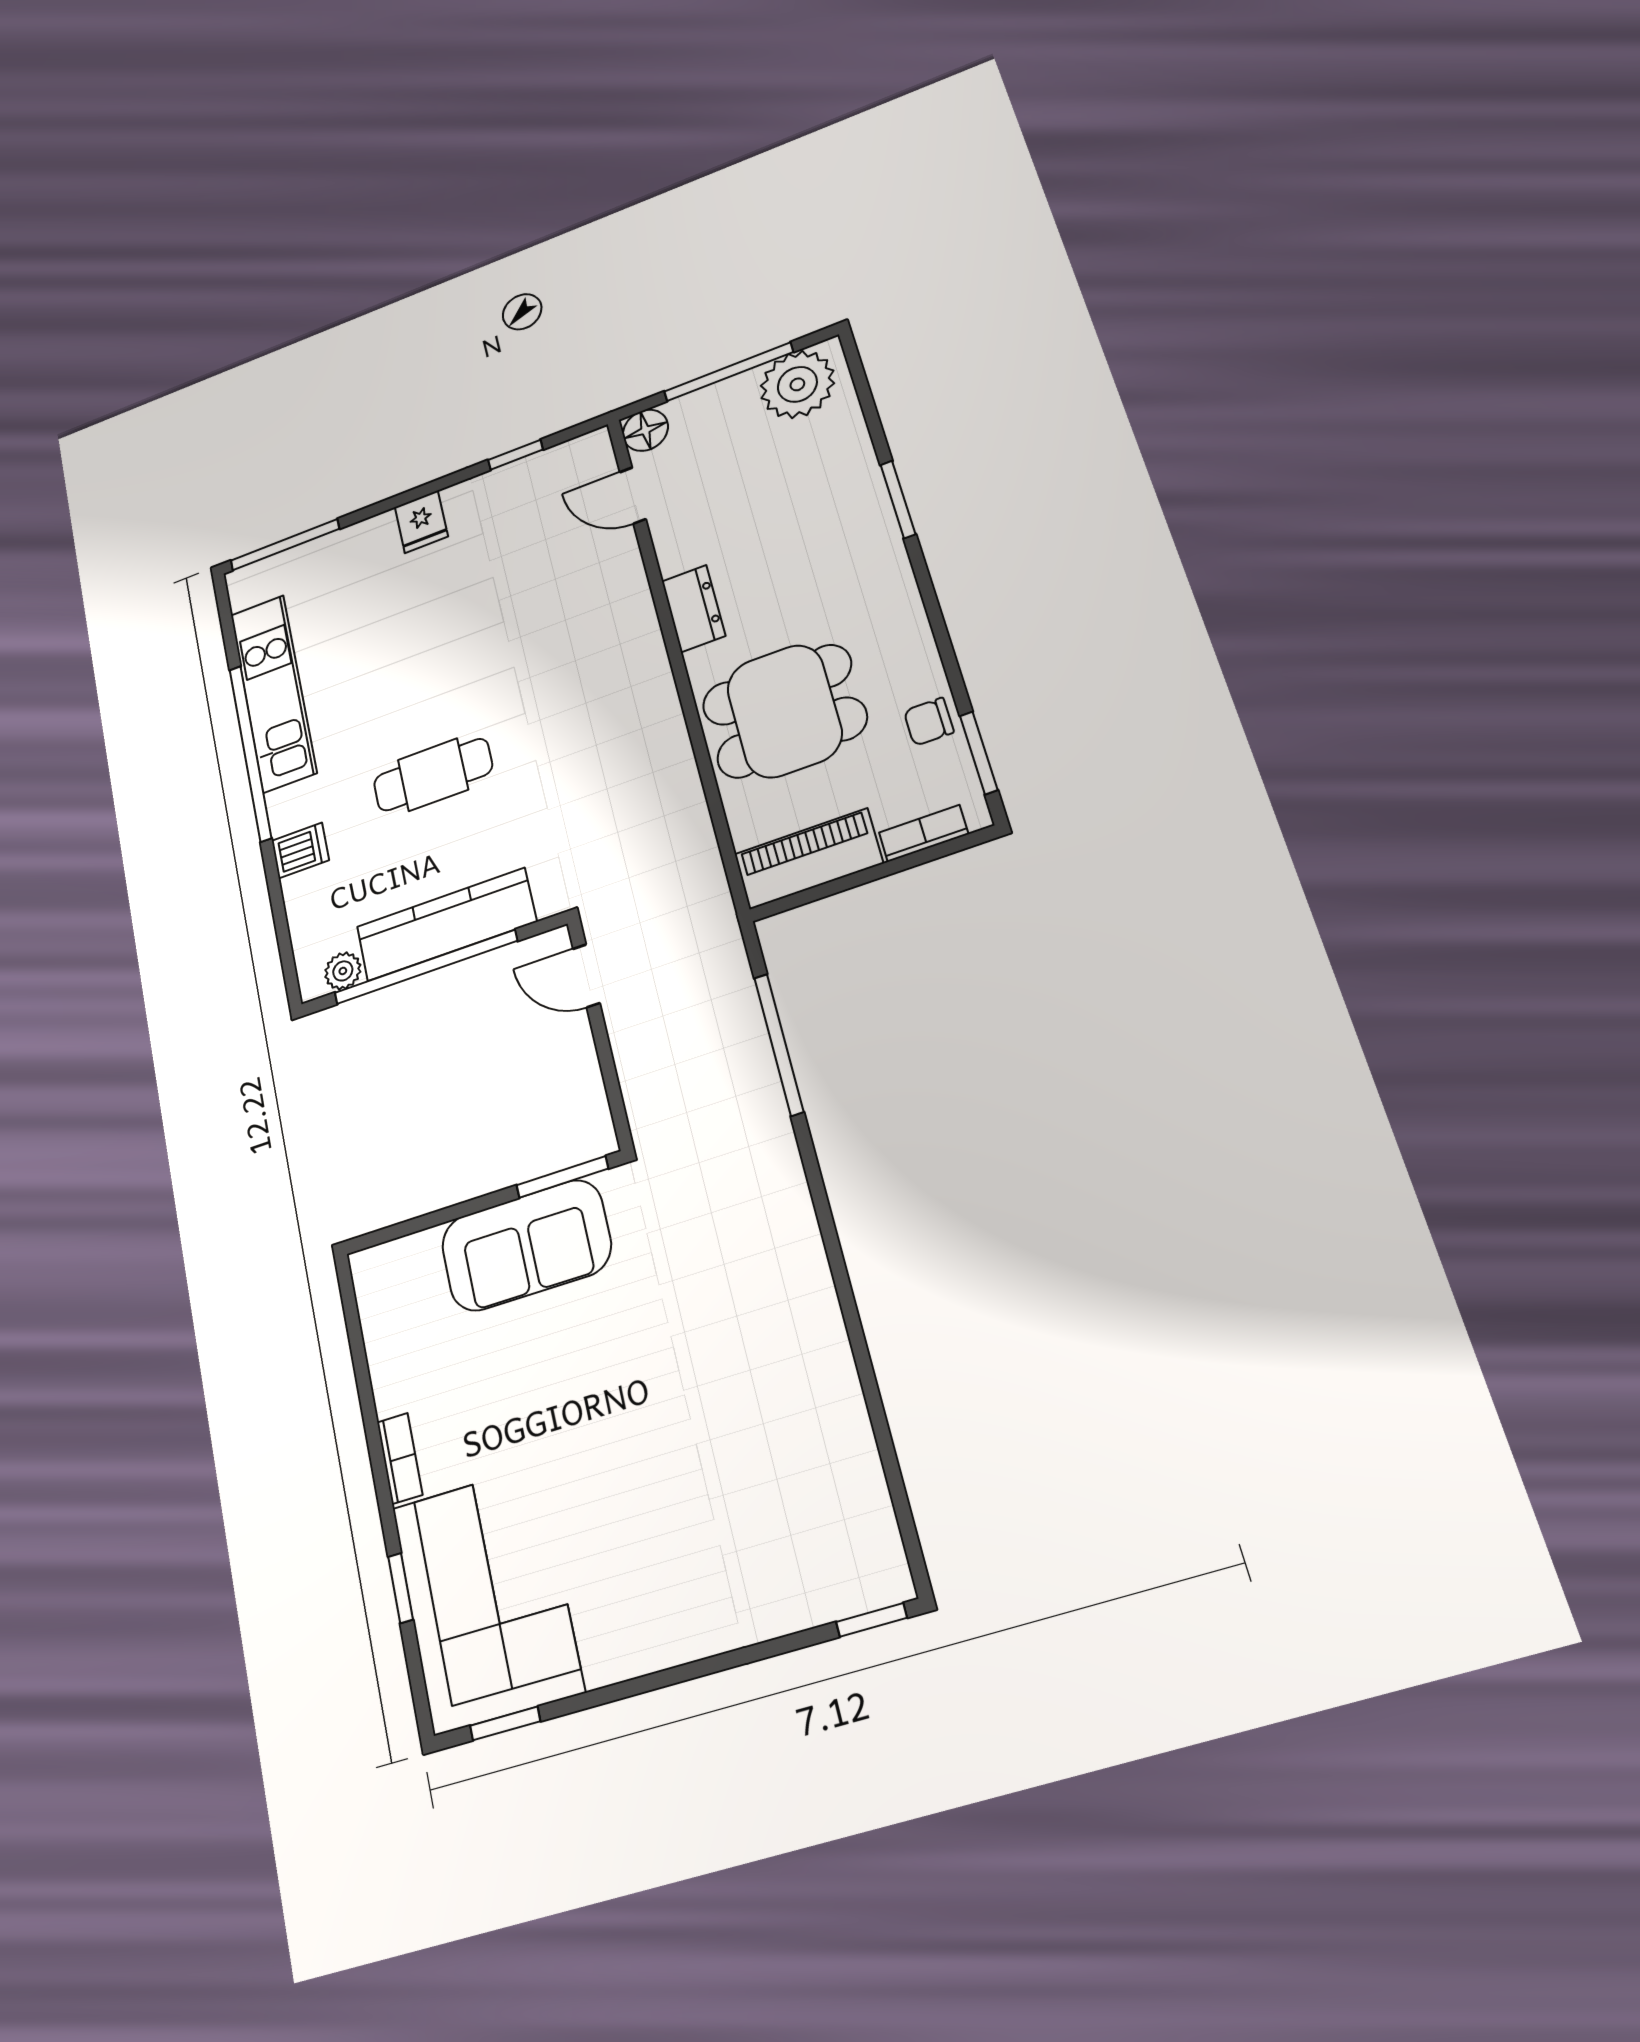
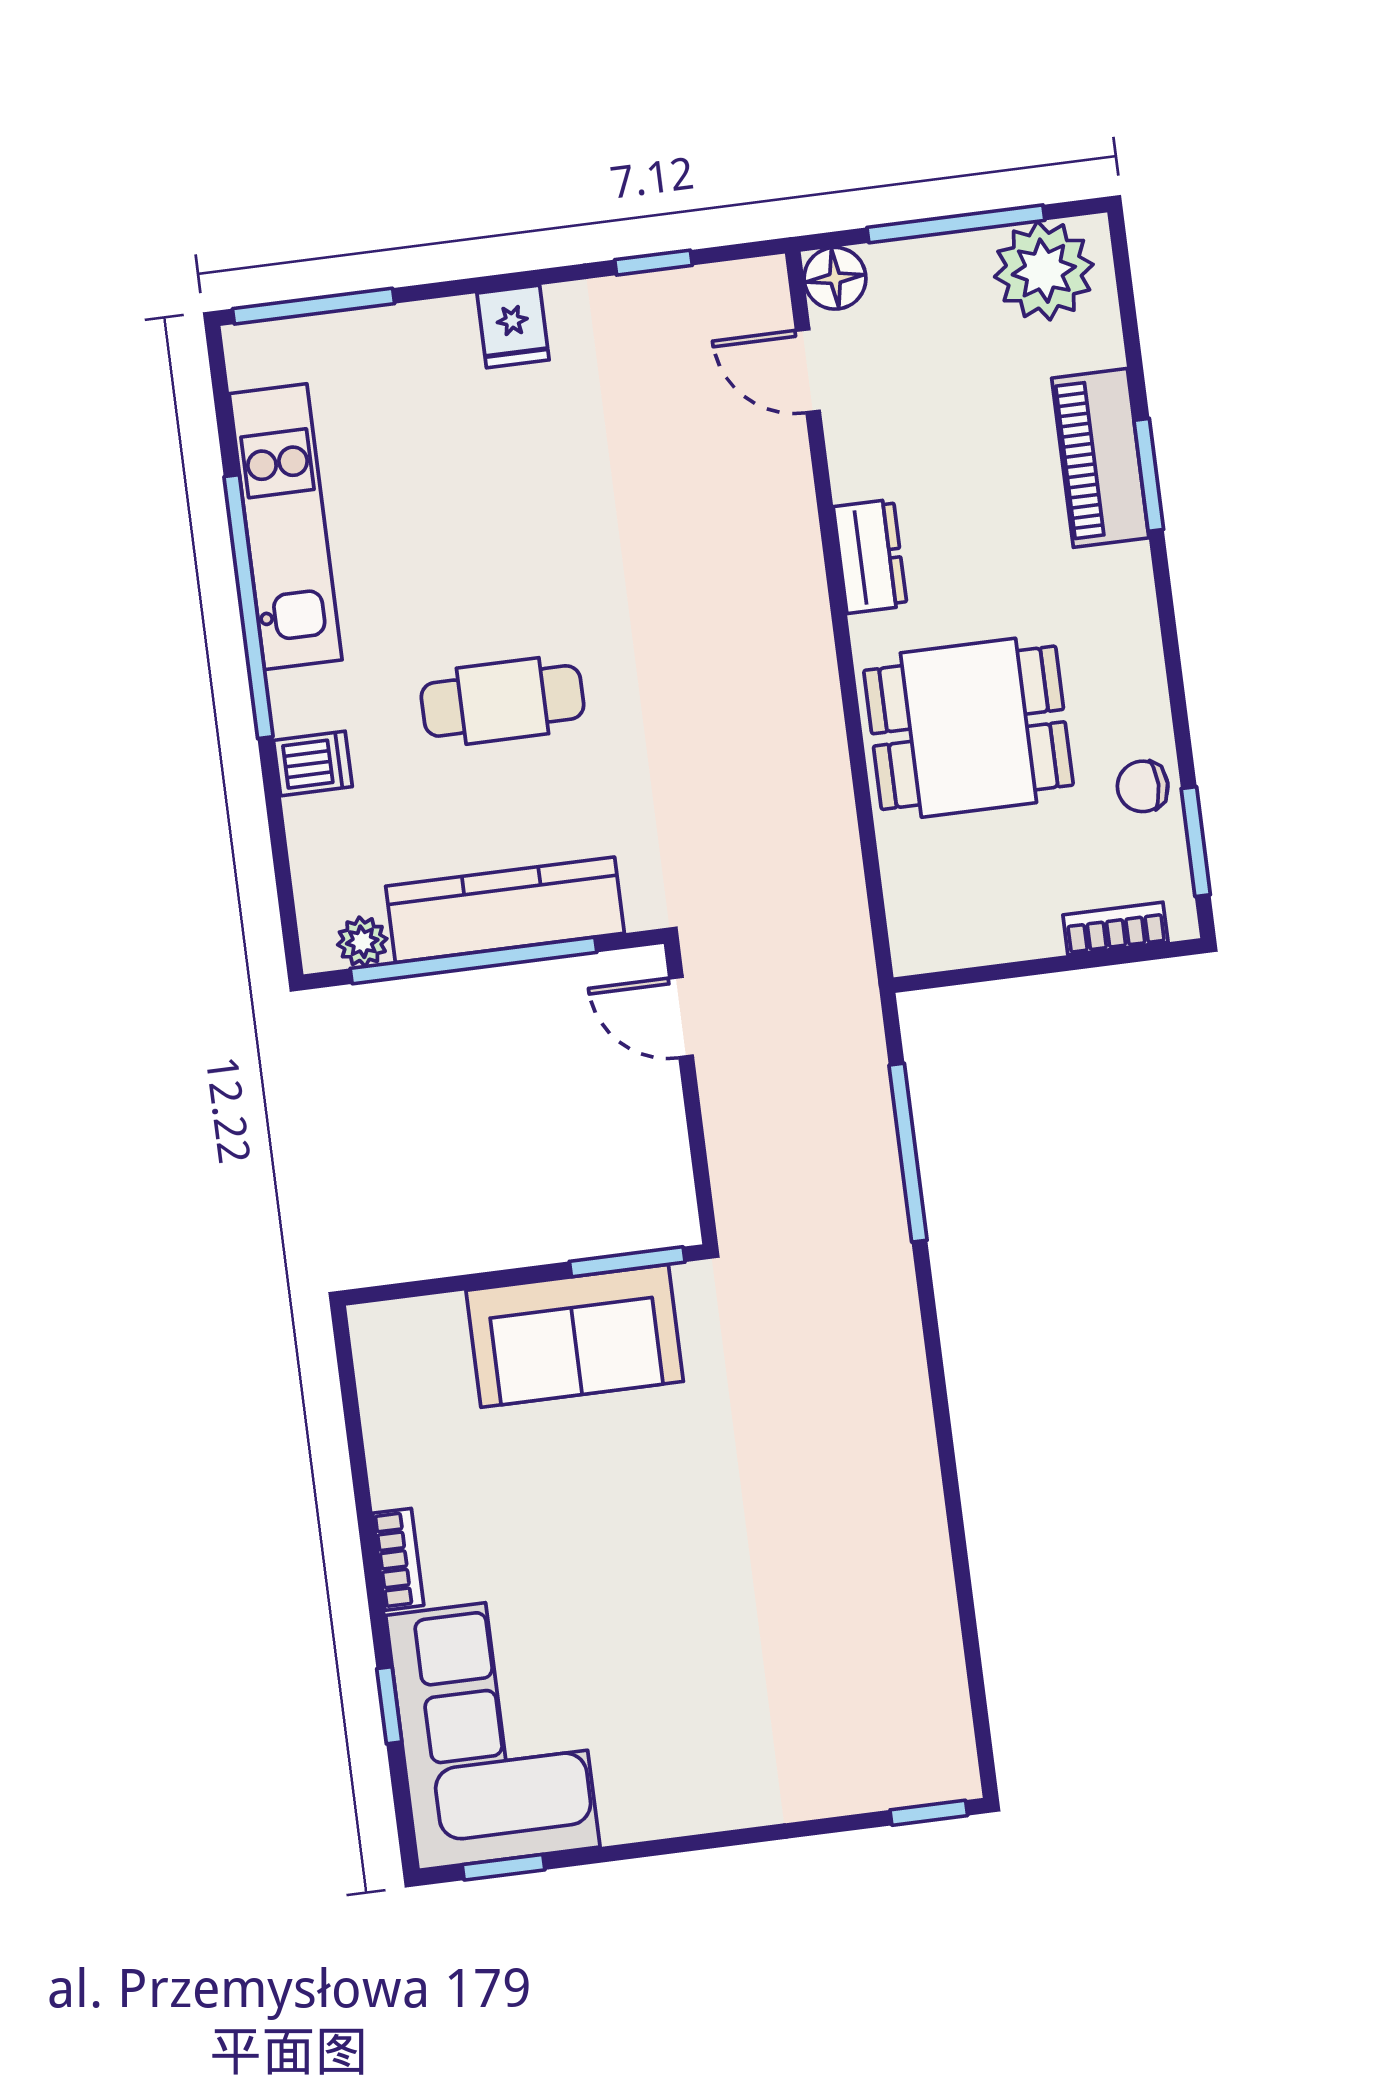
piano: (808, 859) -> (1100, 458), moved, turned -90

